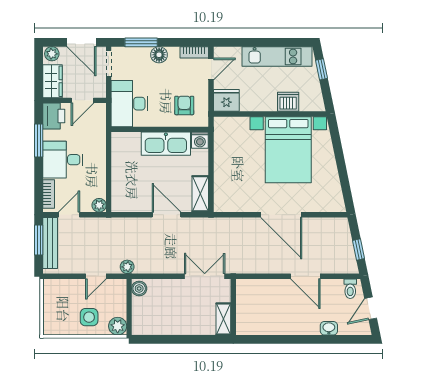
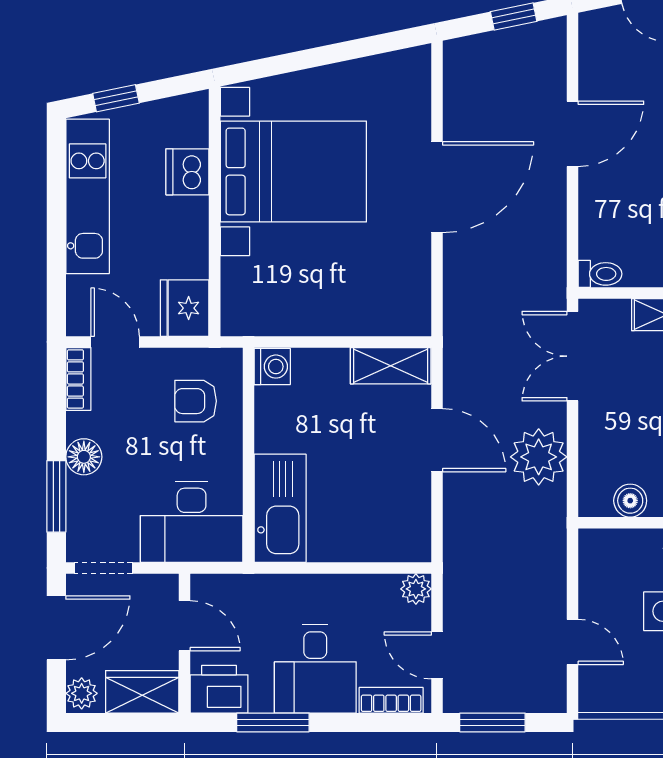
kitchen sink: (166, 144) -> (280, 508), moved
door: (167, 215) -> (437, 440), swing flipped
bench: (50, 243) -> (499, 697), removed
plant: (127, 267) -> (539, 457), moved, width x1.87, depth x1.87
door: (96, 276) -> (573, 642), moved
boiler: (139, 289) -> (630, 501), moved
toilet: (350, 289) -> (600, 274), moved

